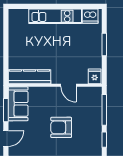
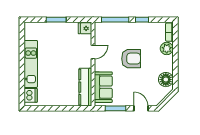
dishwasher: (90, 16) -> (31, 95), moved
sofa: (18, 104) -> (103, 87), moved, turned 90
armchair: (61, 127) -> (131, 59), turned -90

